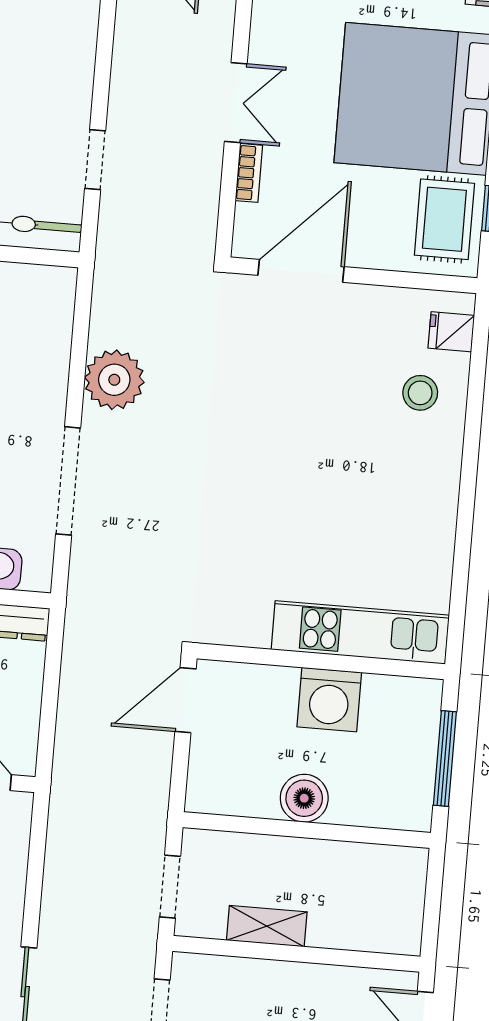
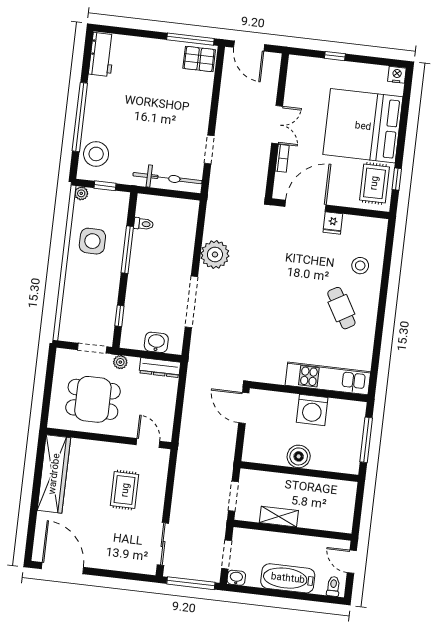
fridge: (451, 332) -> (333, 223), moved, turned -90
cafe table: (384, 484) -> (341, 308), added
door: (186, 700) -> (244, 408), hinge flipped

